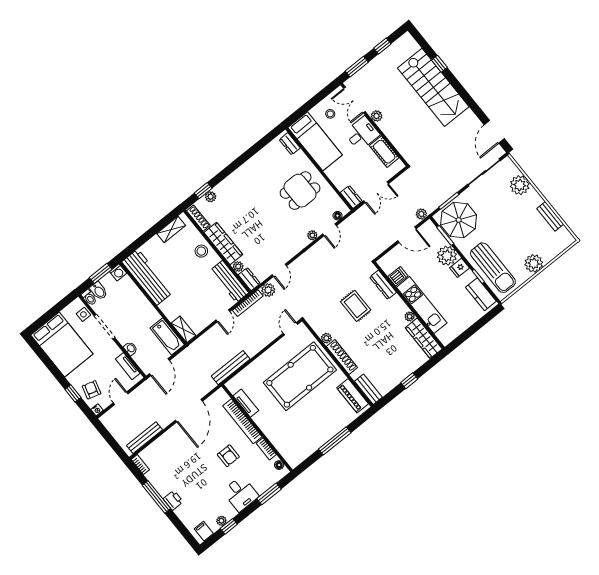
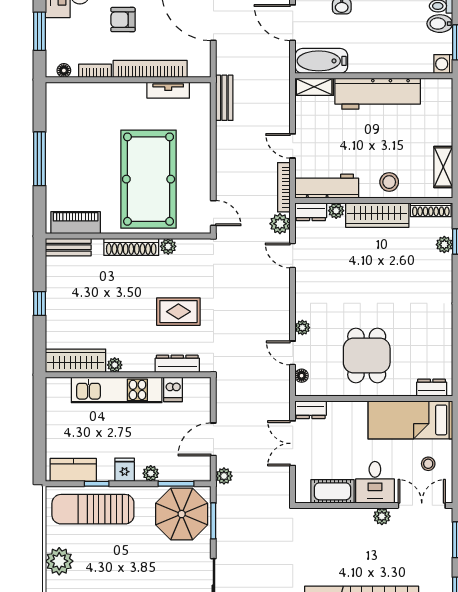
plant: (447, 256) -> (151, 473), width x0.53, depth x0.53
workbench: (147, 277) -> (378, 94), moved
bench: (231, 368) -> (224, 98), width x0.73

